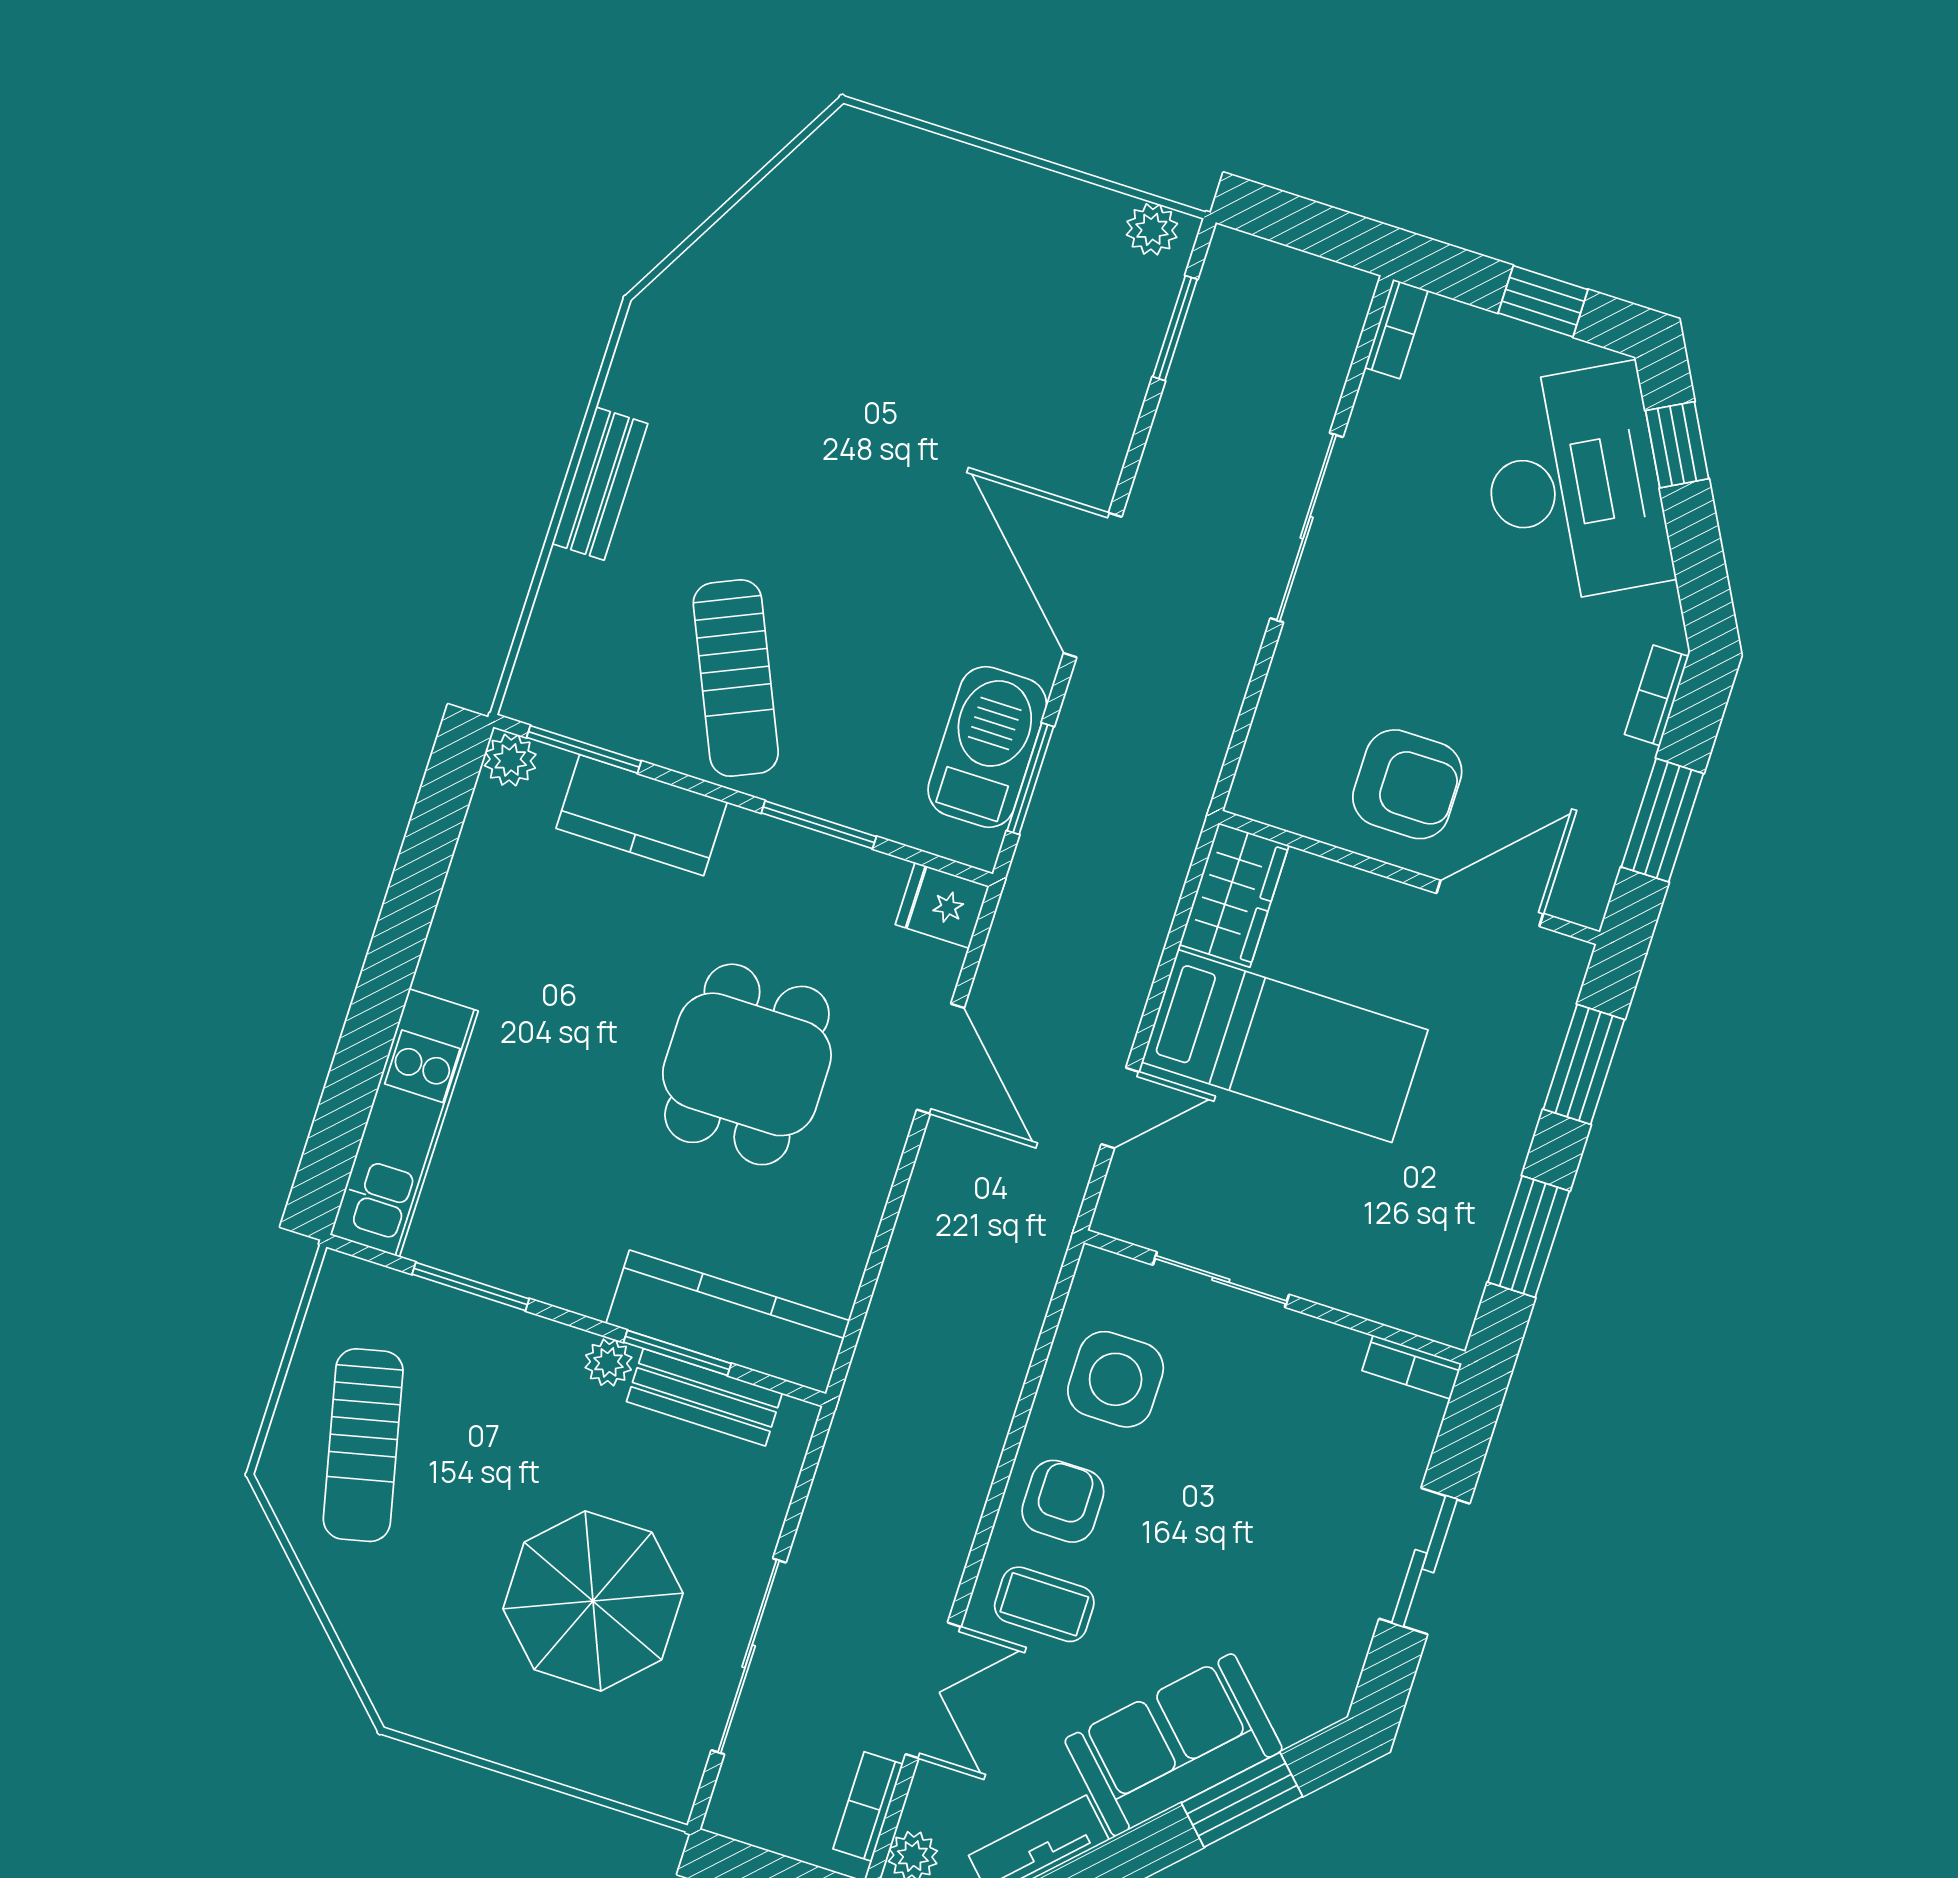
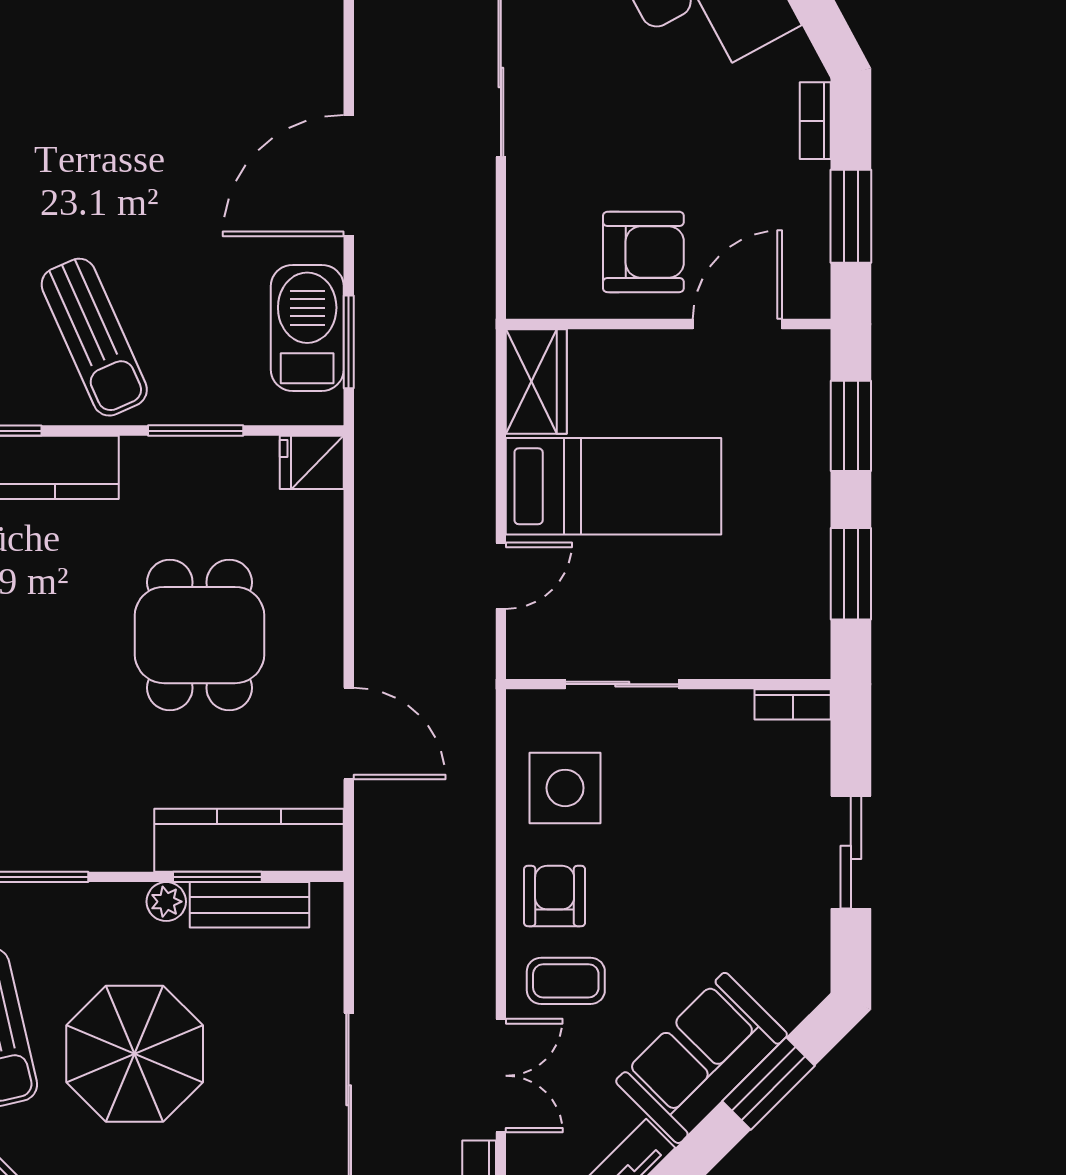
door: (1093, 585) -> (349, 176), hinge flipped
door: (940, 1059) -> (349, 734), moved
parasol: (593, 1601) -> (135, 1054), moved

